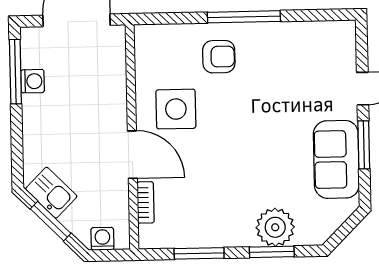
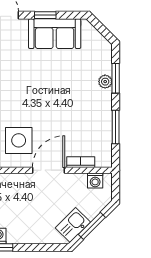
window: (364, 145) -> (45, 15), width x0.67
plant: (275, 227) -> (105, 82), width x0.53, depth x0.53
washing machine: (102, 239) -> (95, 180), moved, turned -90

